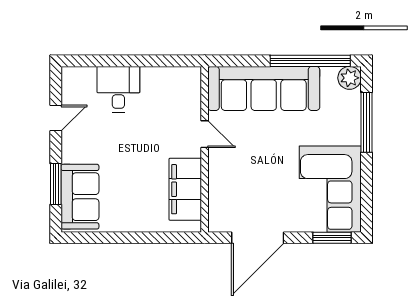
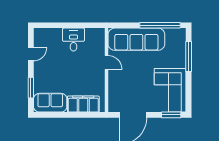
plant: (350, 78) -> (180, 34), removed
desk: (118, 89) -> (73, 40), moved
filing cabinet: (185, 189) -> (83, 104), moved, turned 90
sofa: (80, 197) -> (50, 103), moved, turned -90

